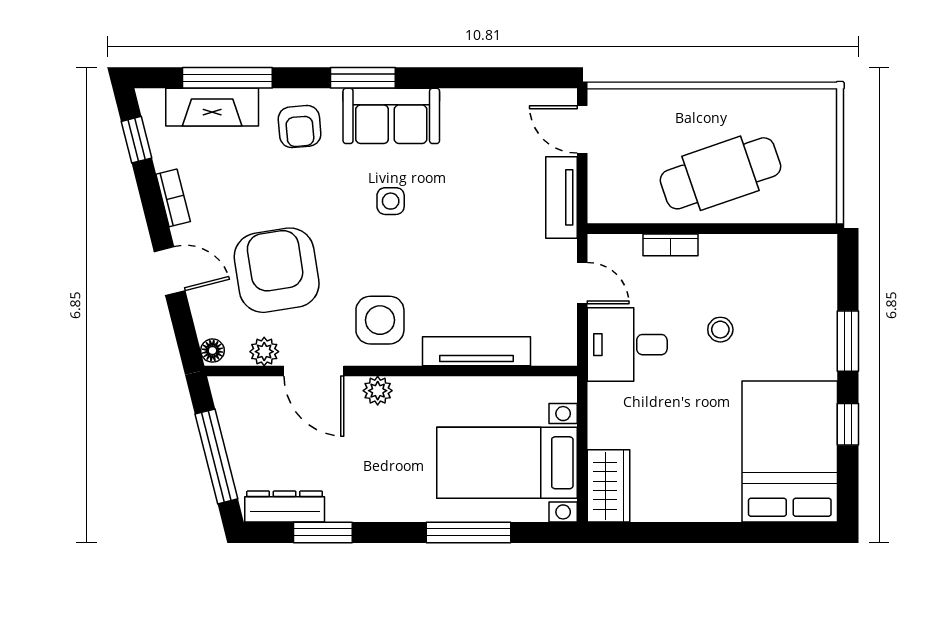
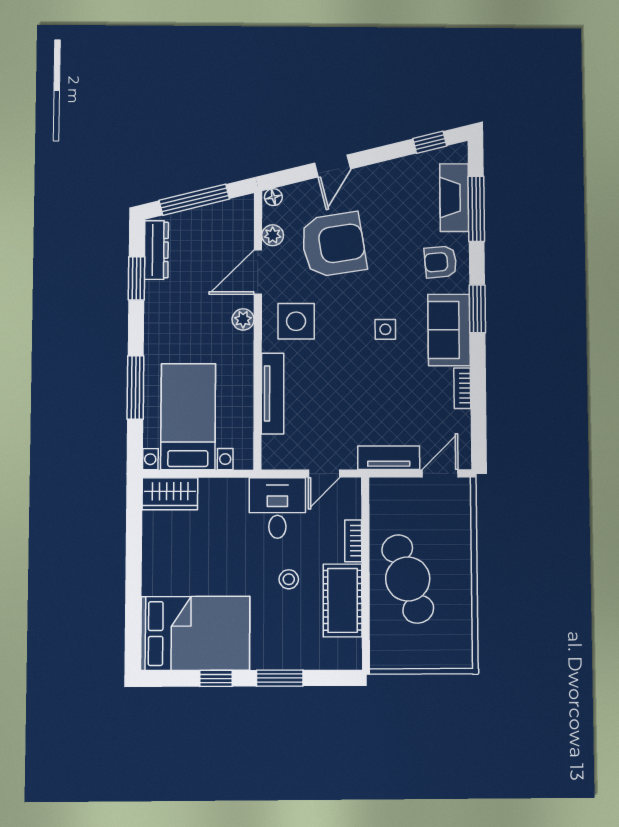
bookcase: (173, 198) -> (462, 388), moved, turned 104
cot: (748, 259) -> (343, 600), added

